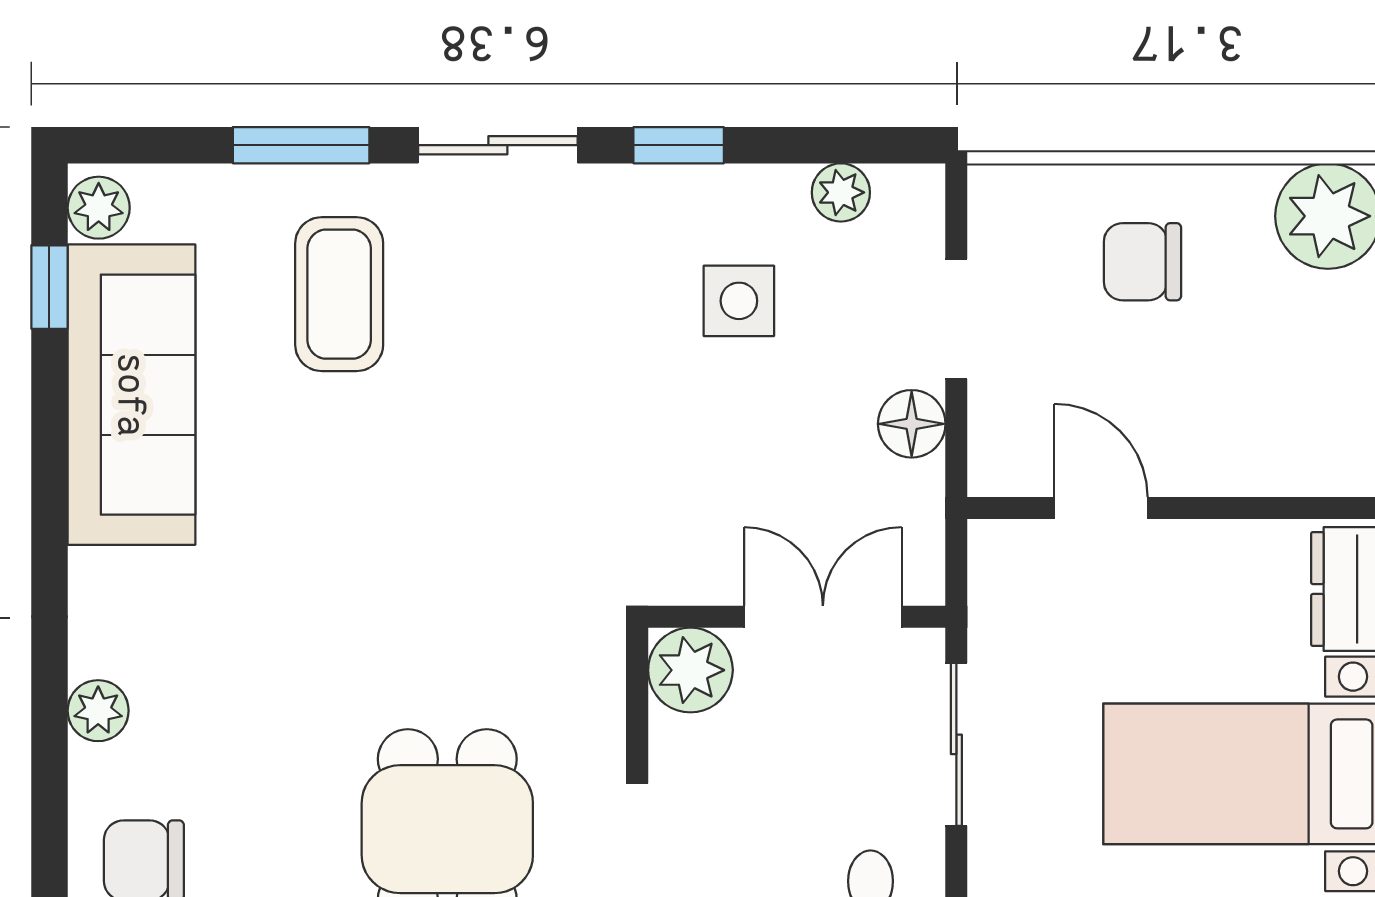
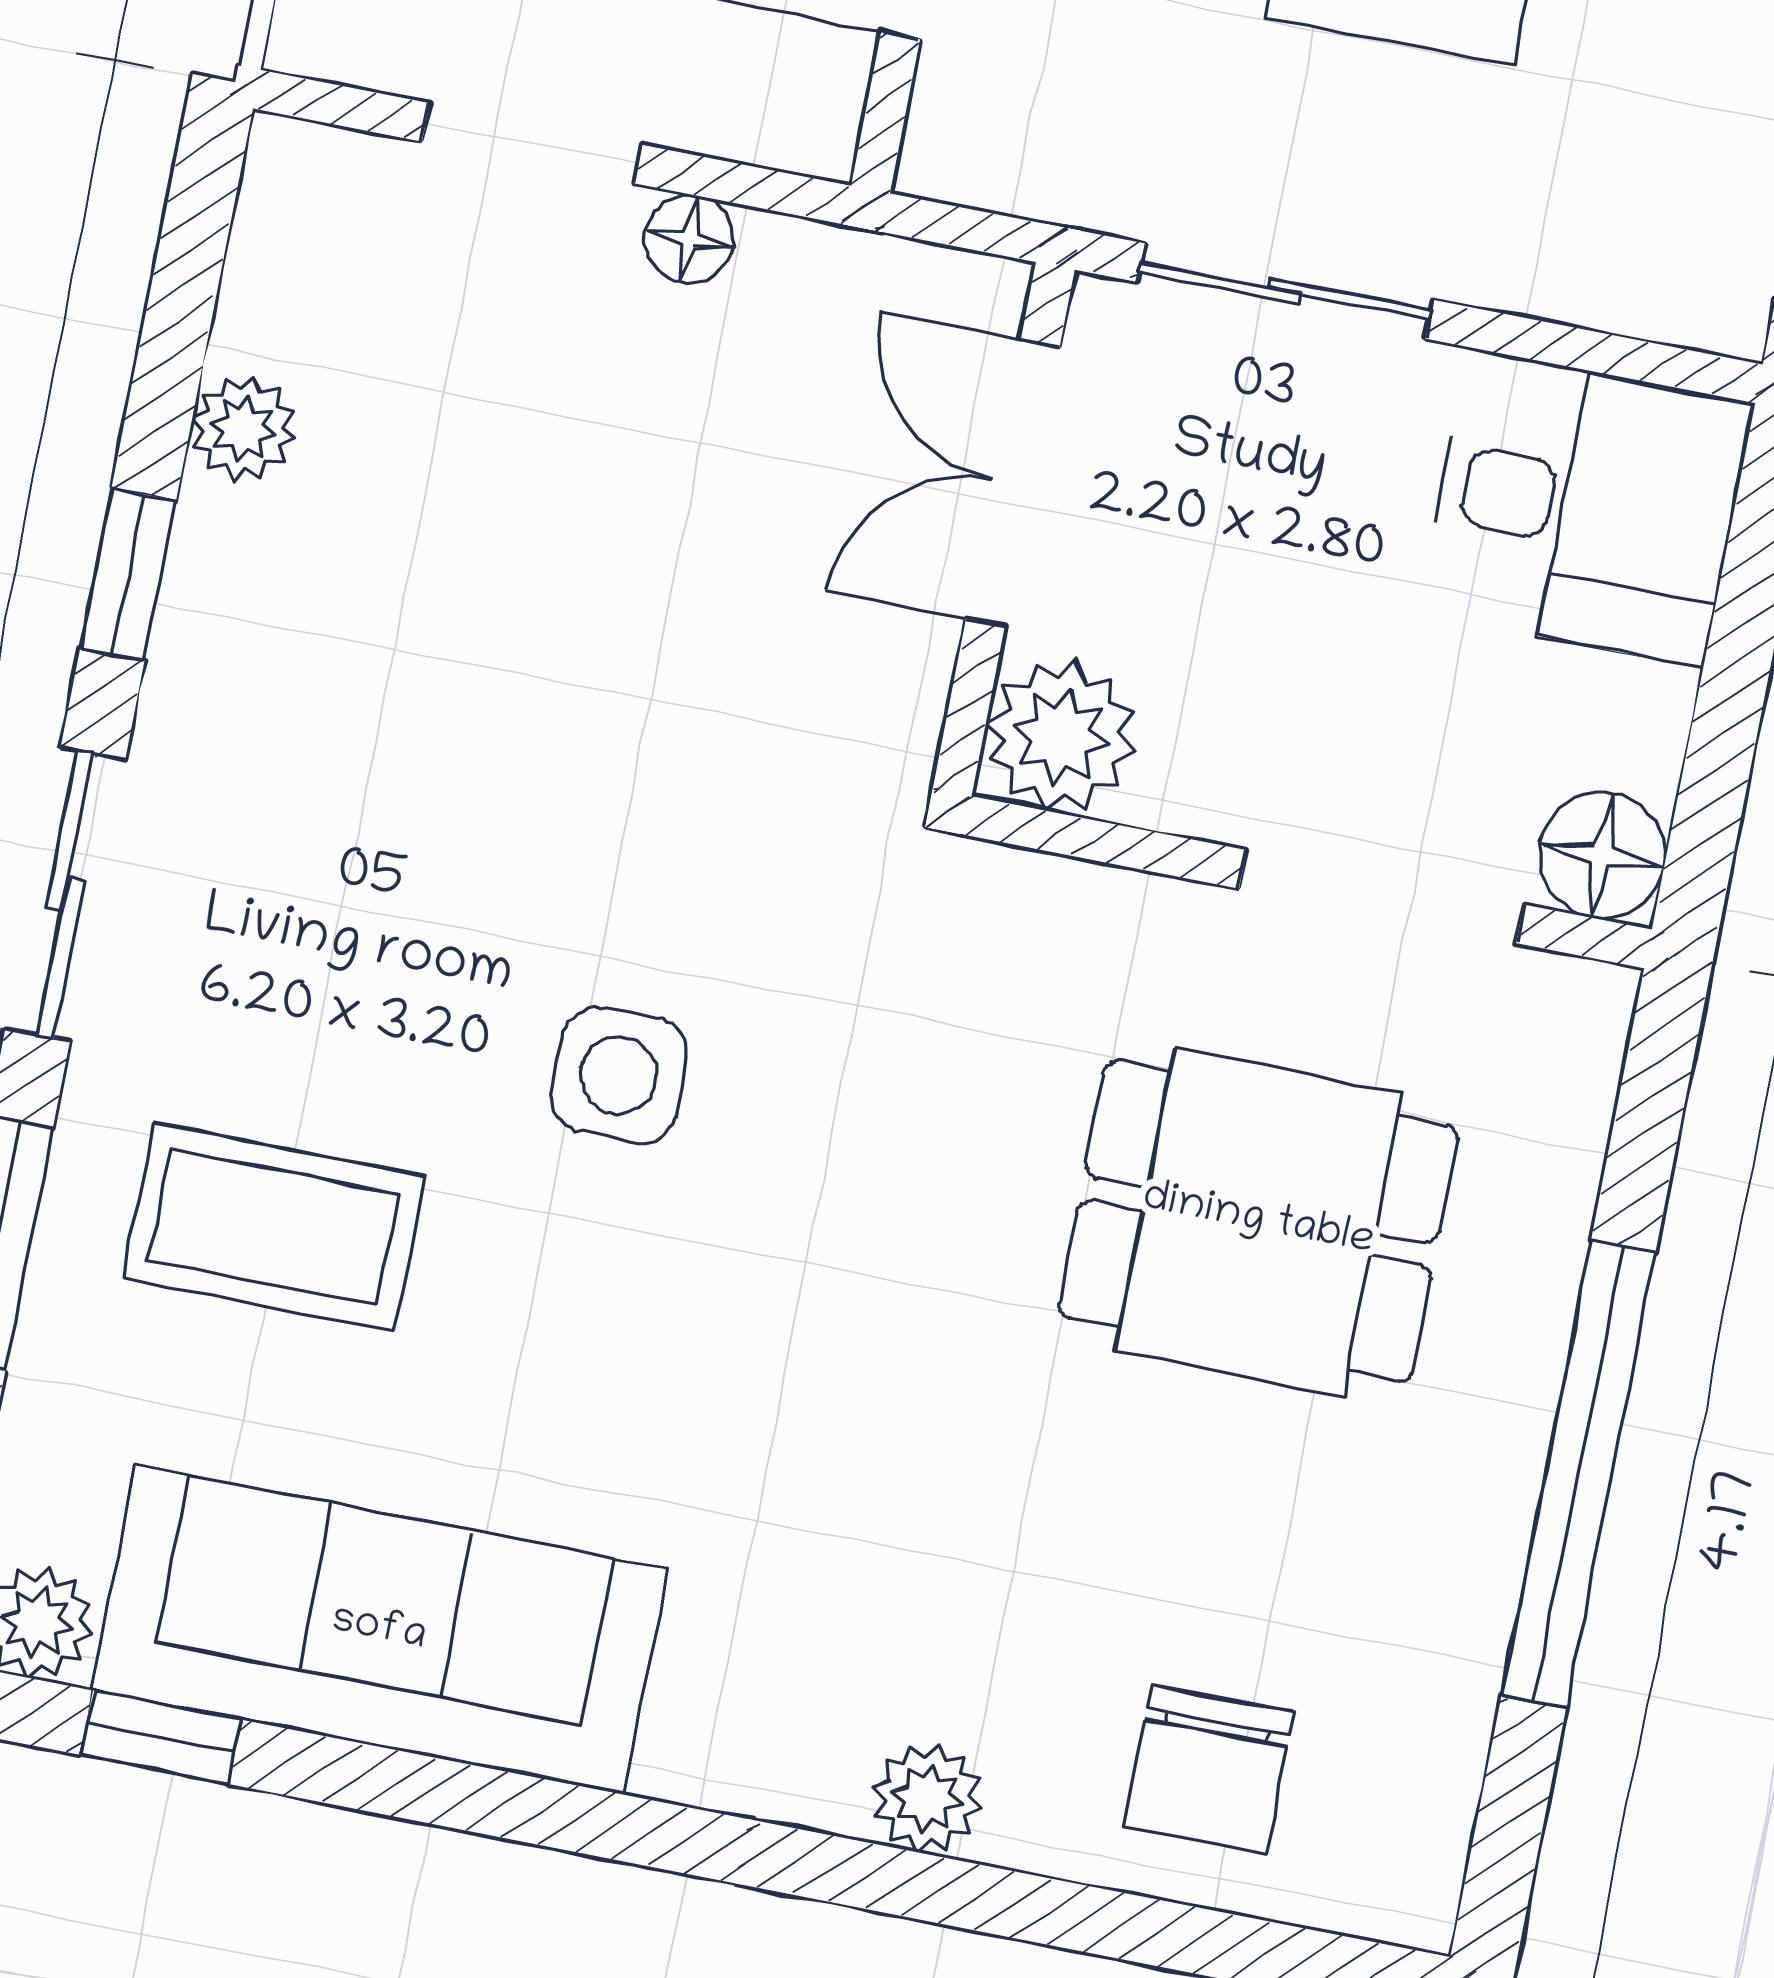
plant: (841, 192) -> (244, 429), moved
side table: (739, 301) -> (619, 1075), moved
floor lamp: (912, 424) -> (689, 239), width x0.73, depth x0.73

